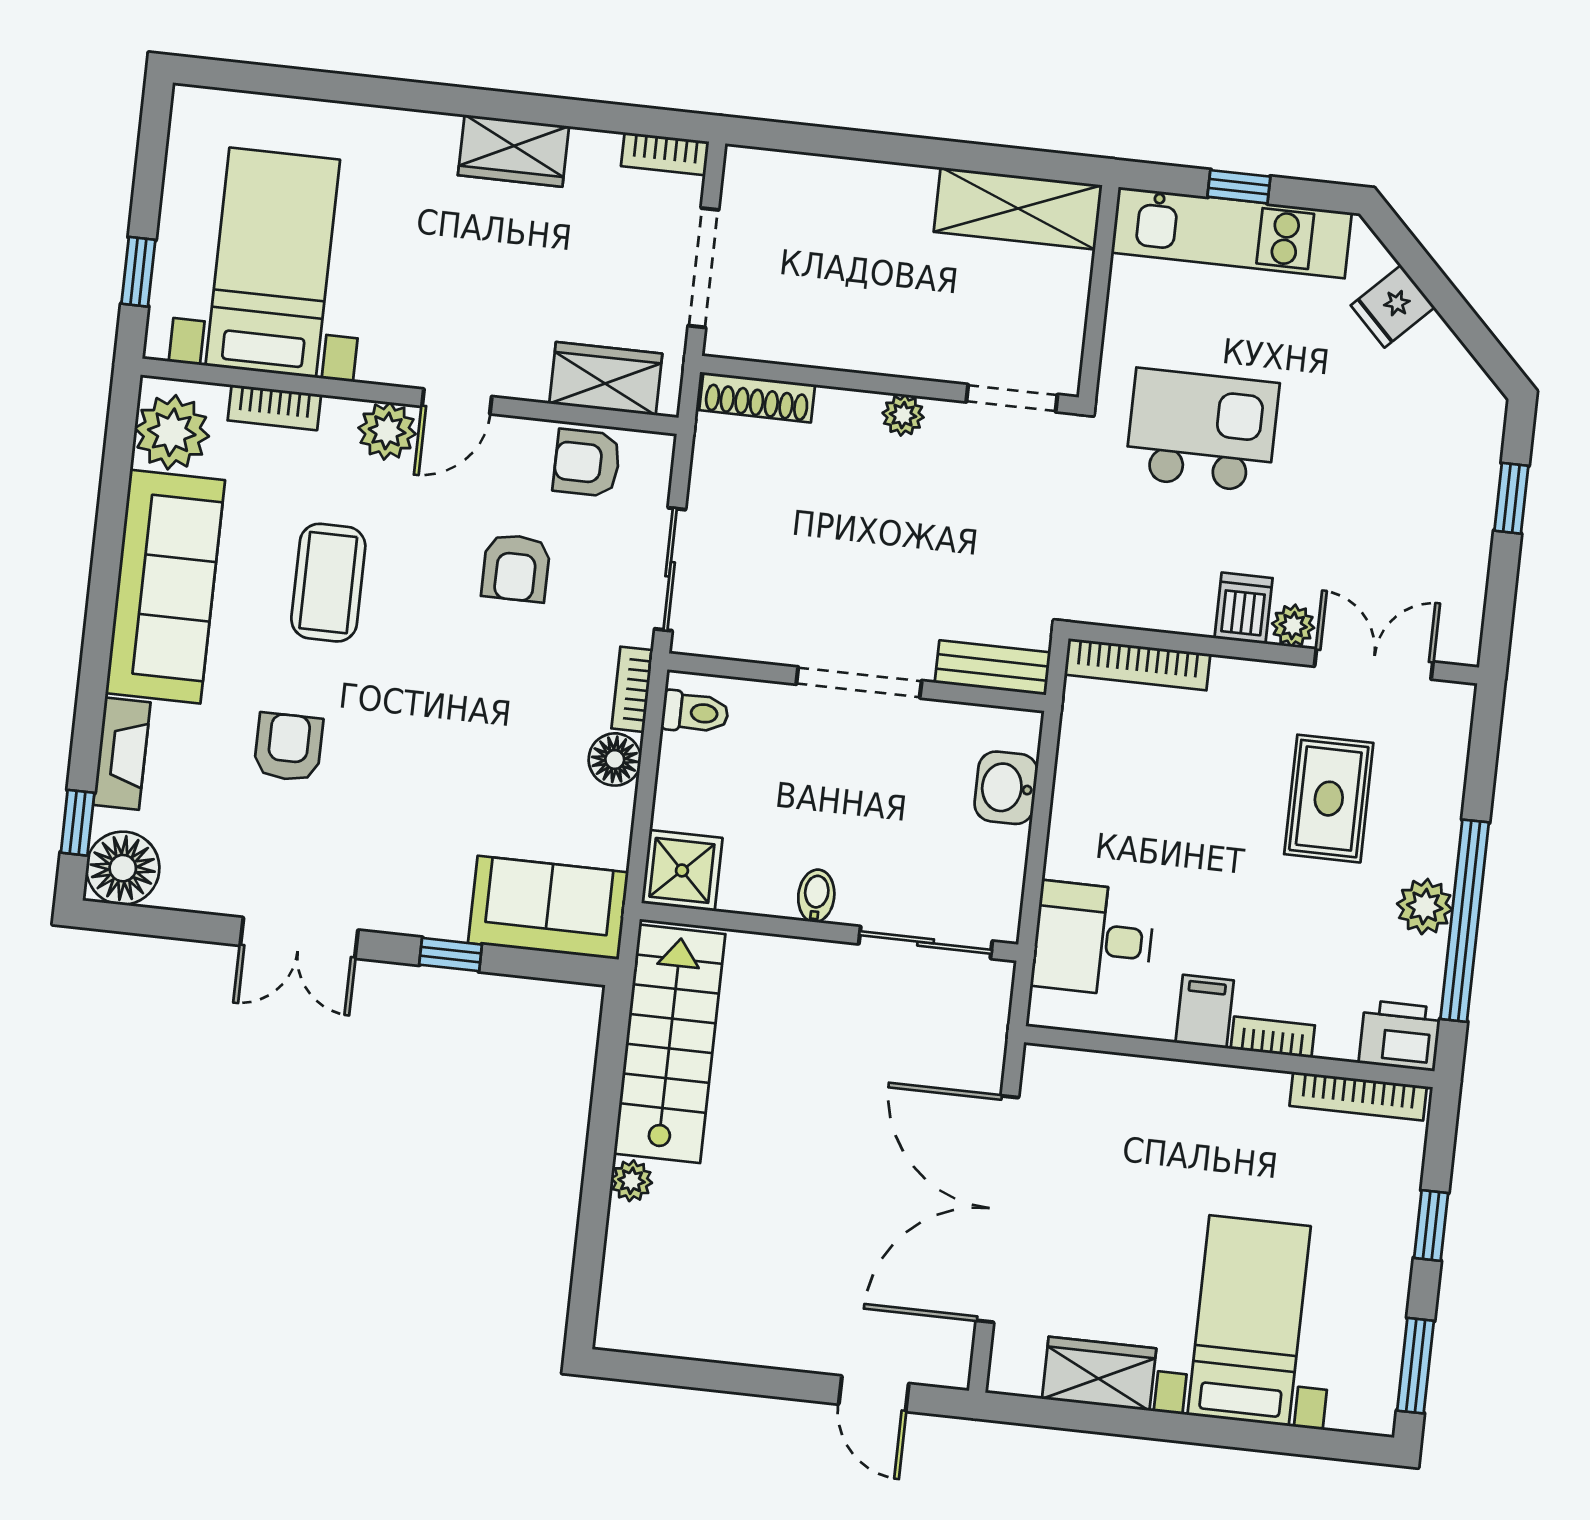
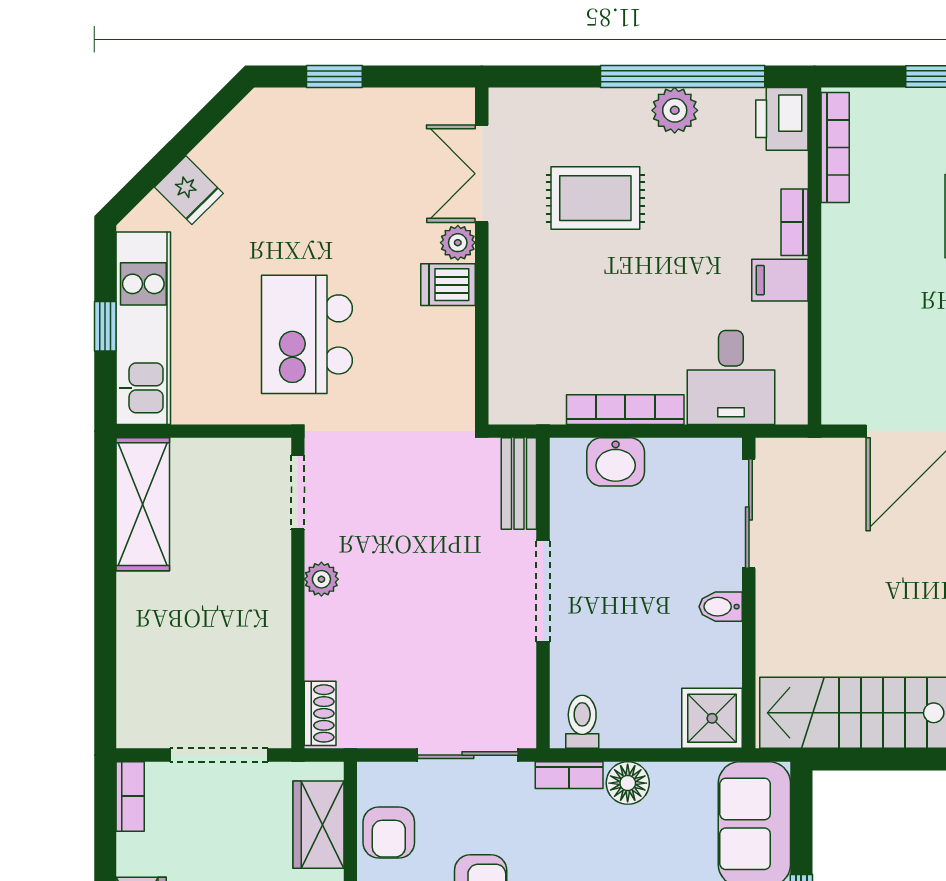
shoe rack: (757, 397) -> (320, 713), width x0.70
bookcase: (1137, 664) -> (625, 410), moved, turned -90

